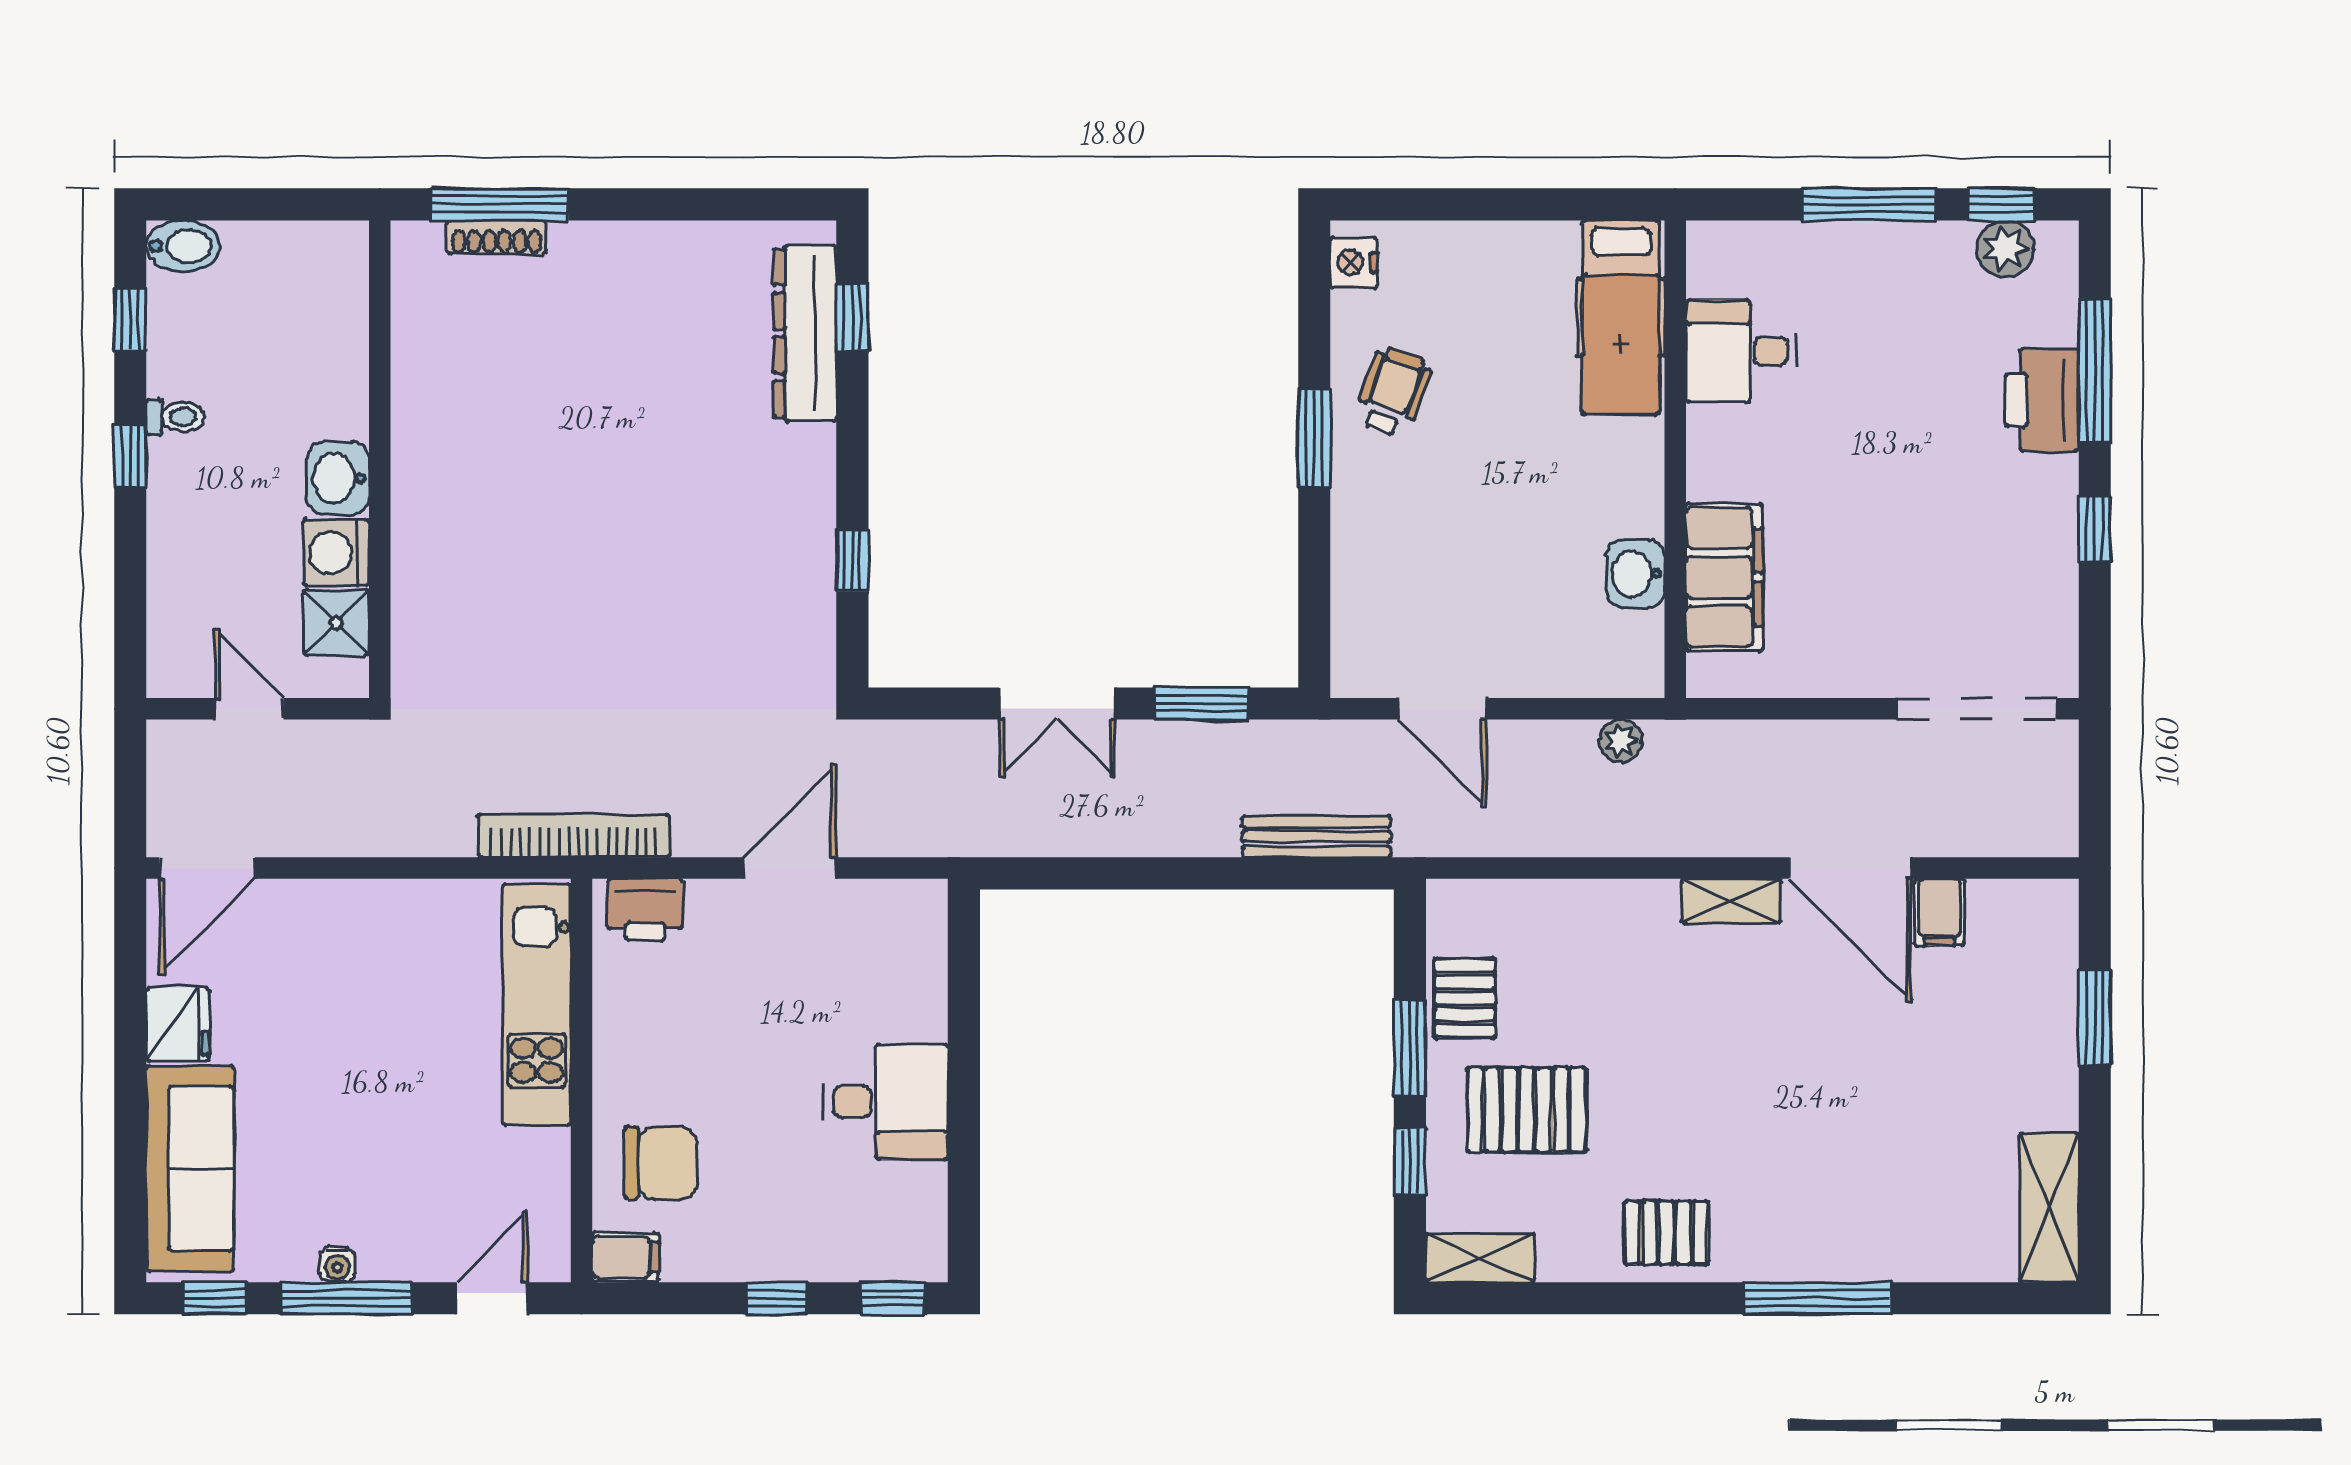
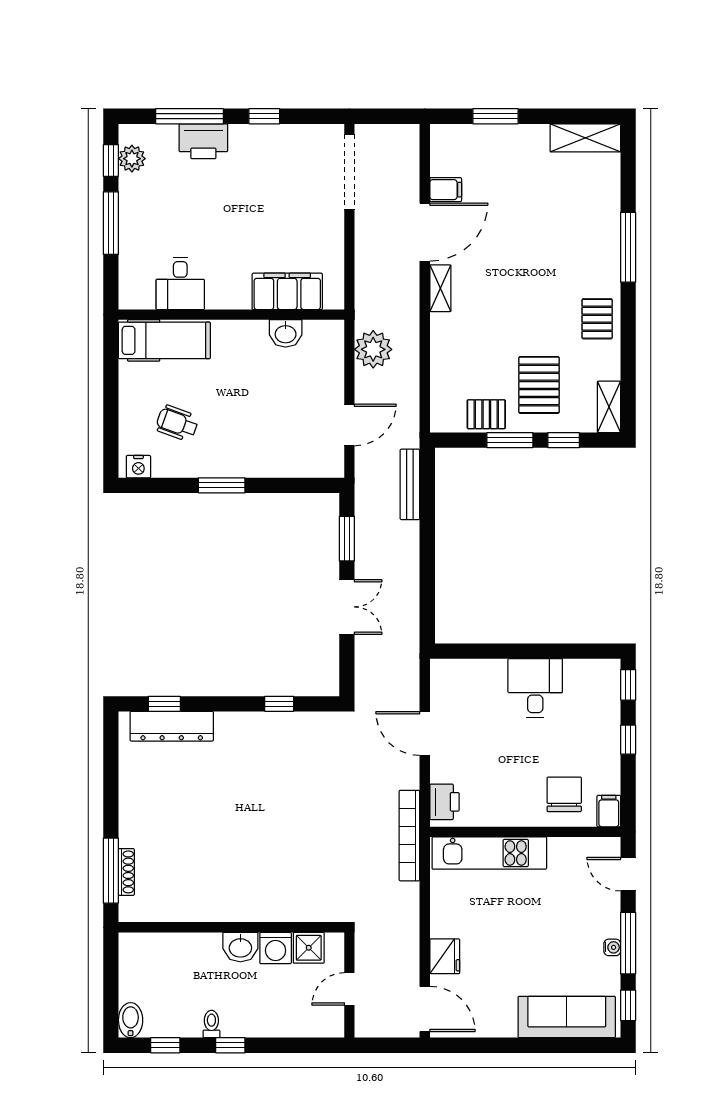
wheelchair: (1393, 392) -> (177, 423), moved
plant: (1621, 741) -> (373, 349), width x1.88, depth x1.88
fridge: (178, 1024) -> (445, 956), moved, turned 90

